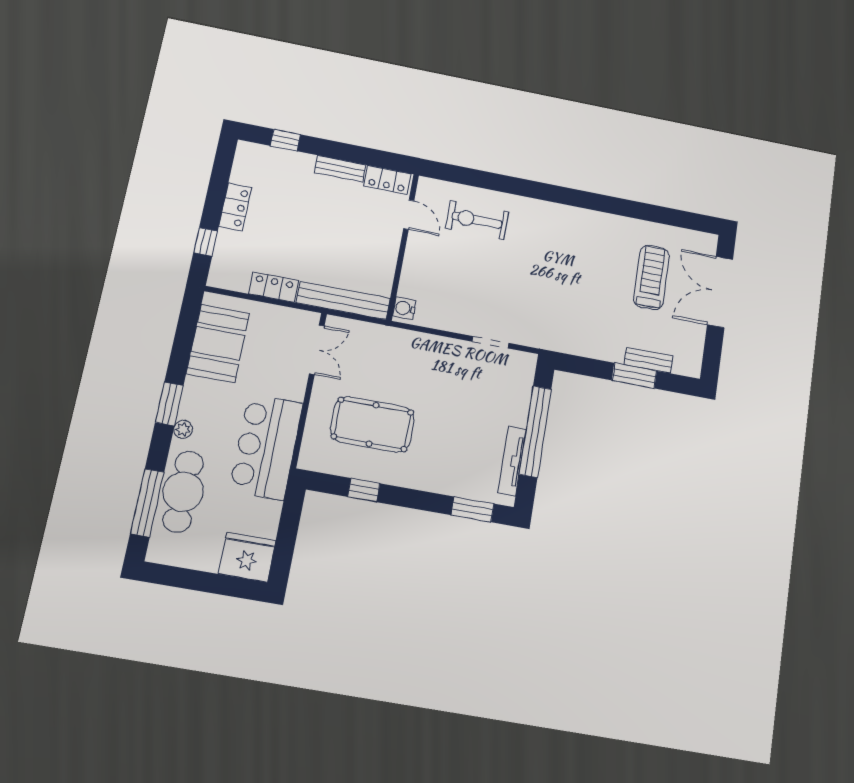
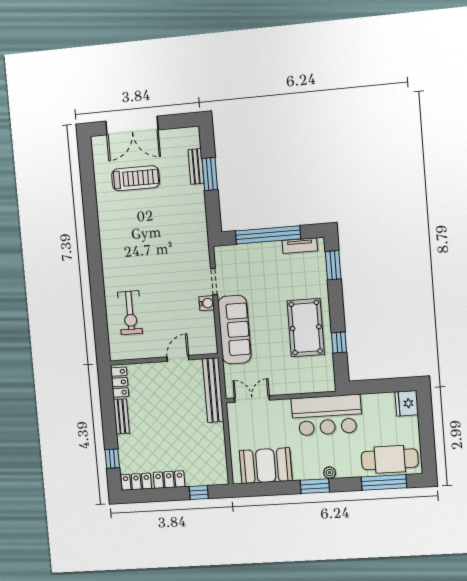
door: (409, 215) -> (178, 358), moved
treadmill: (651, 277) -> (136, 178), turned 180
locker: (273, 287) -> (136, 482), moved, turned 90
water cooler: (404, 308) -> (207, 303), moved, turned -90
sofa: (419, 352) -> (234, 330), added
pool table: (372, 424) -> (306, 328), moved
tv unit: (512, 461) -> (300, 246), width x0.71
cafe table: (183, 492) -> (390, 459), moved
fridge: (247, 557) -> (407, 403), width x0.73, depth x0.75

